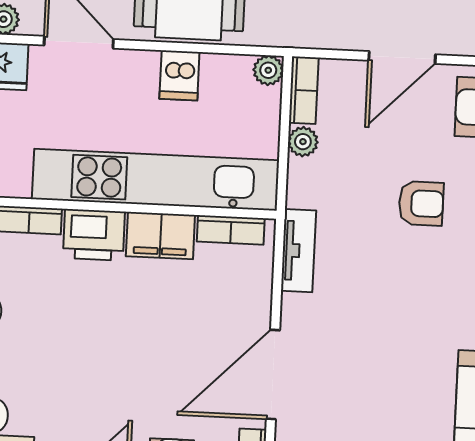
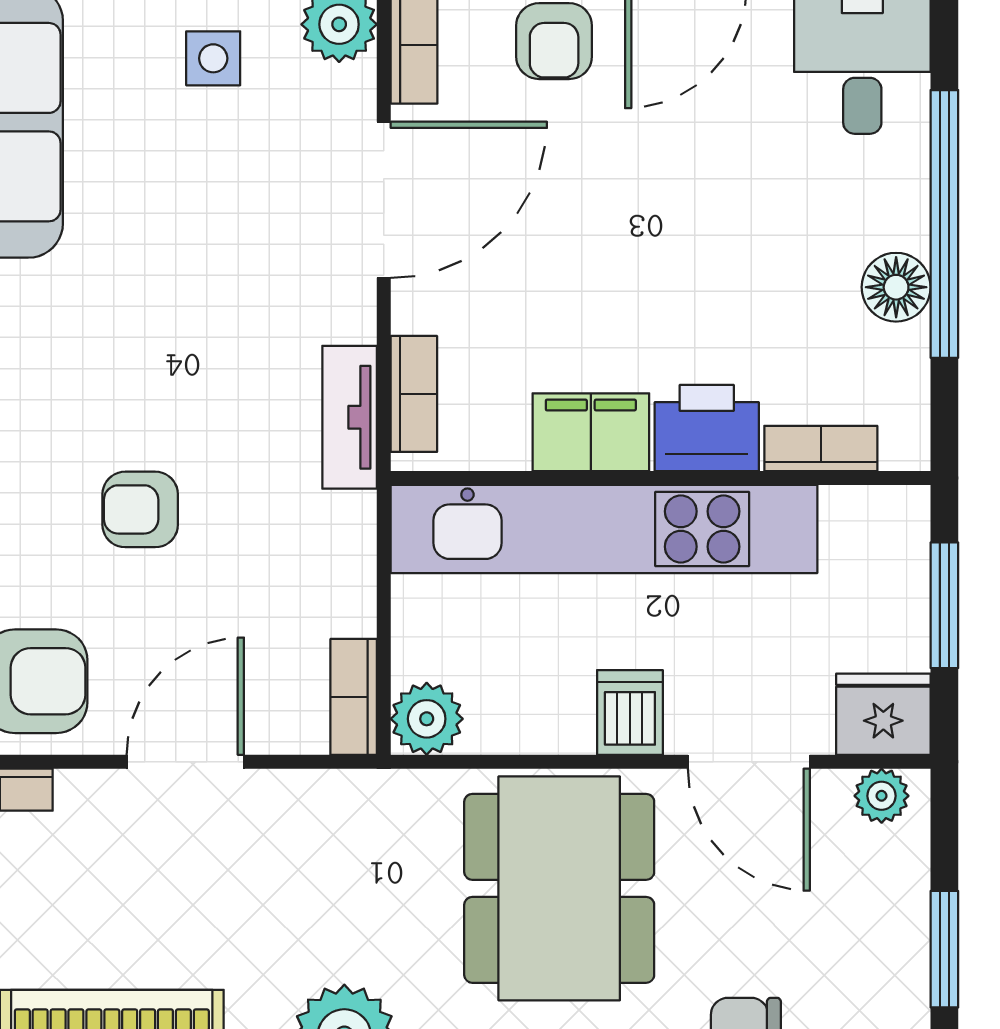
plant: (268, 70) -> (427, 719), width x1.38, depth x1.38
dishwasher: (179, 75) -> (630, 712), moved
plant: (303, 142) -> (351, 607), removed
bookcase: (231, 230) -> (414, 394), moved, turned 90

